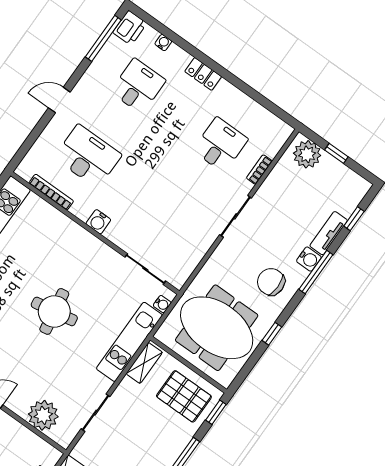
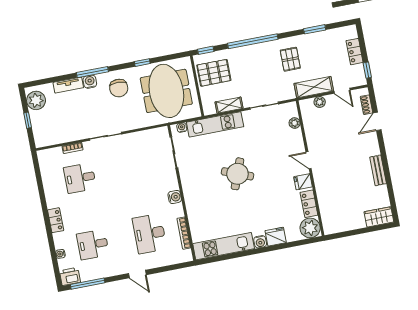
plant: (307, 154) -> (36, 100), moved
window: (354, 219) -> (49, 80), removed
round table: (54, 311) -> (237, 174), turned 31
shelving: (144, 363) -> (229, 105), moved
pallet: (184, 396) -> (214, 73), turned 90
plant: (43, 415) -> (295, 123), width x0.53, depth x0.53

